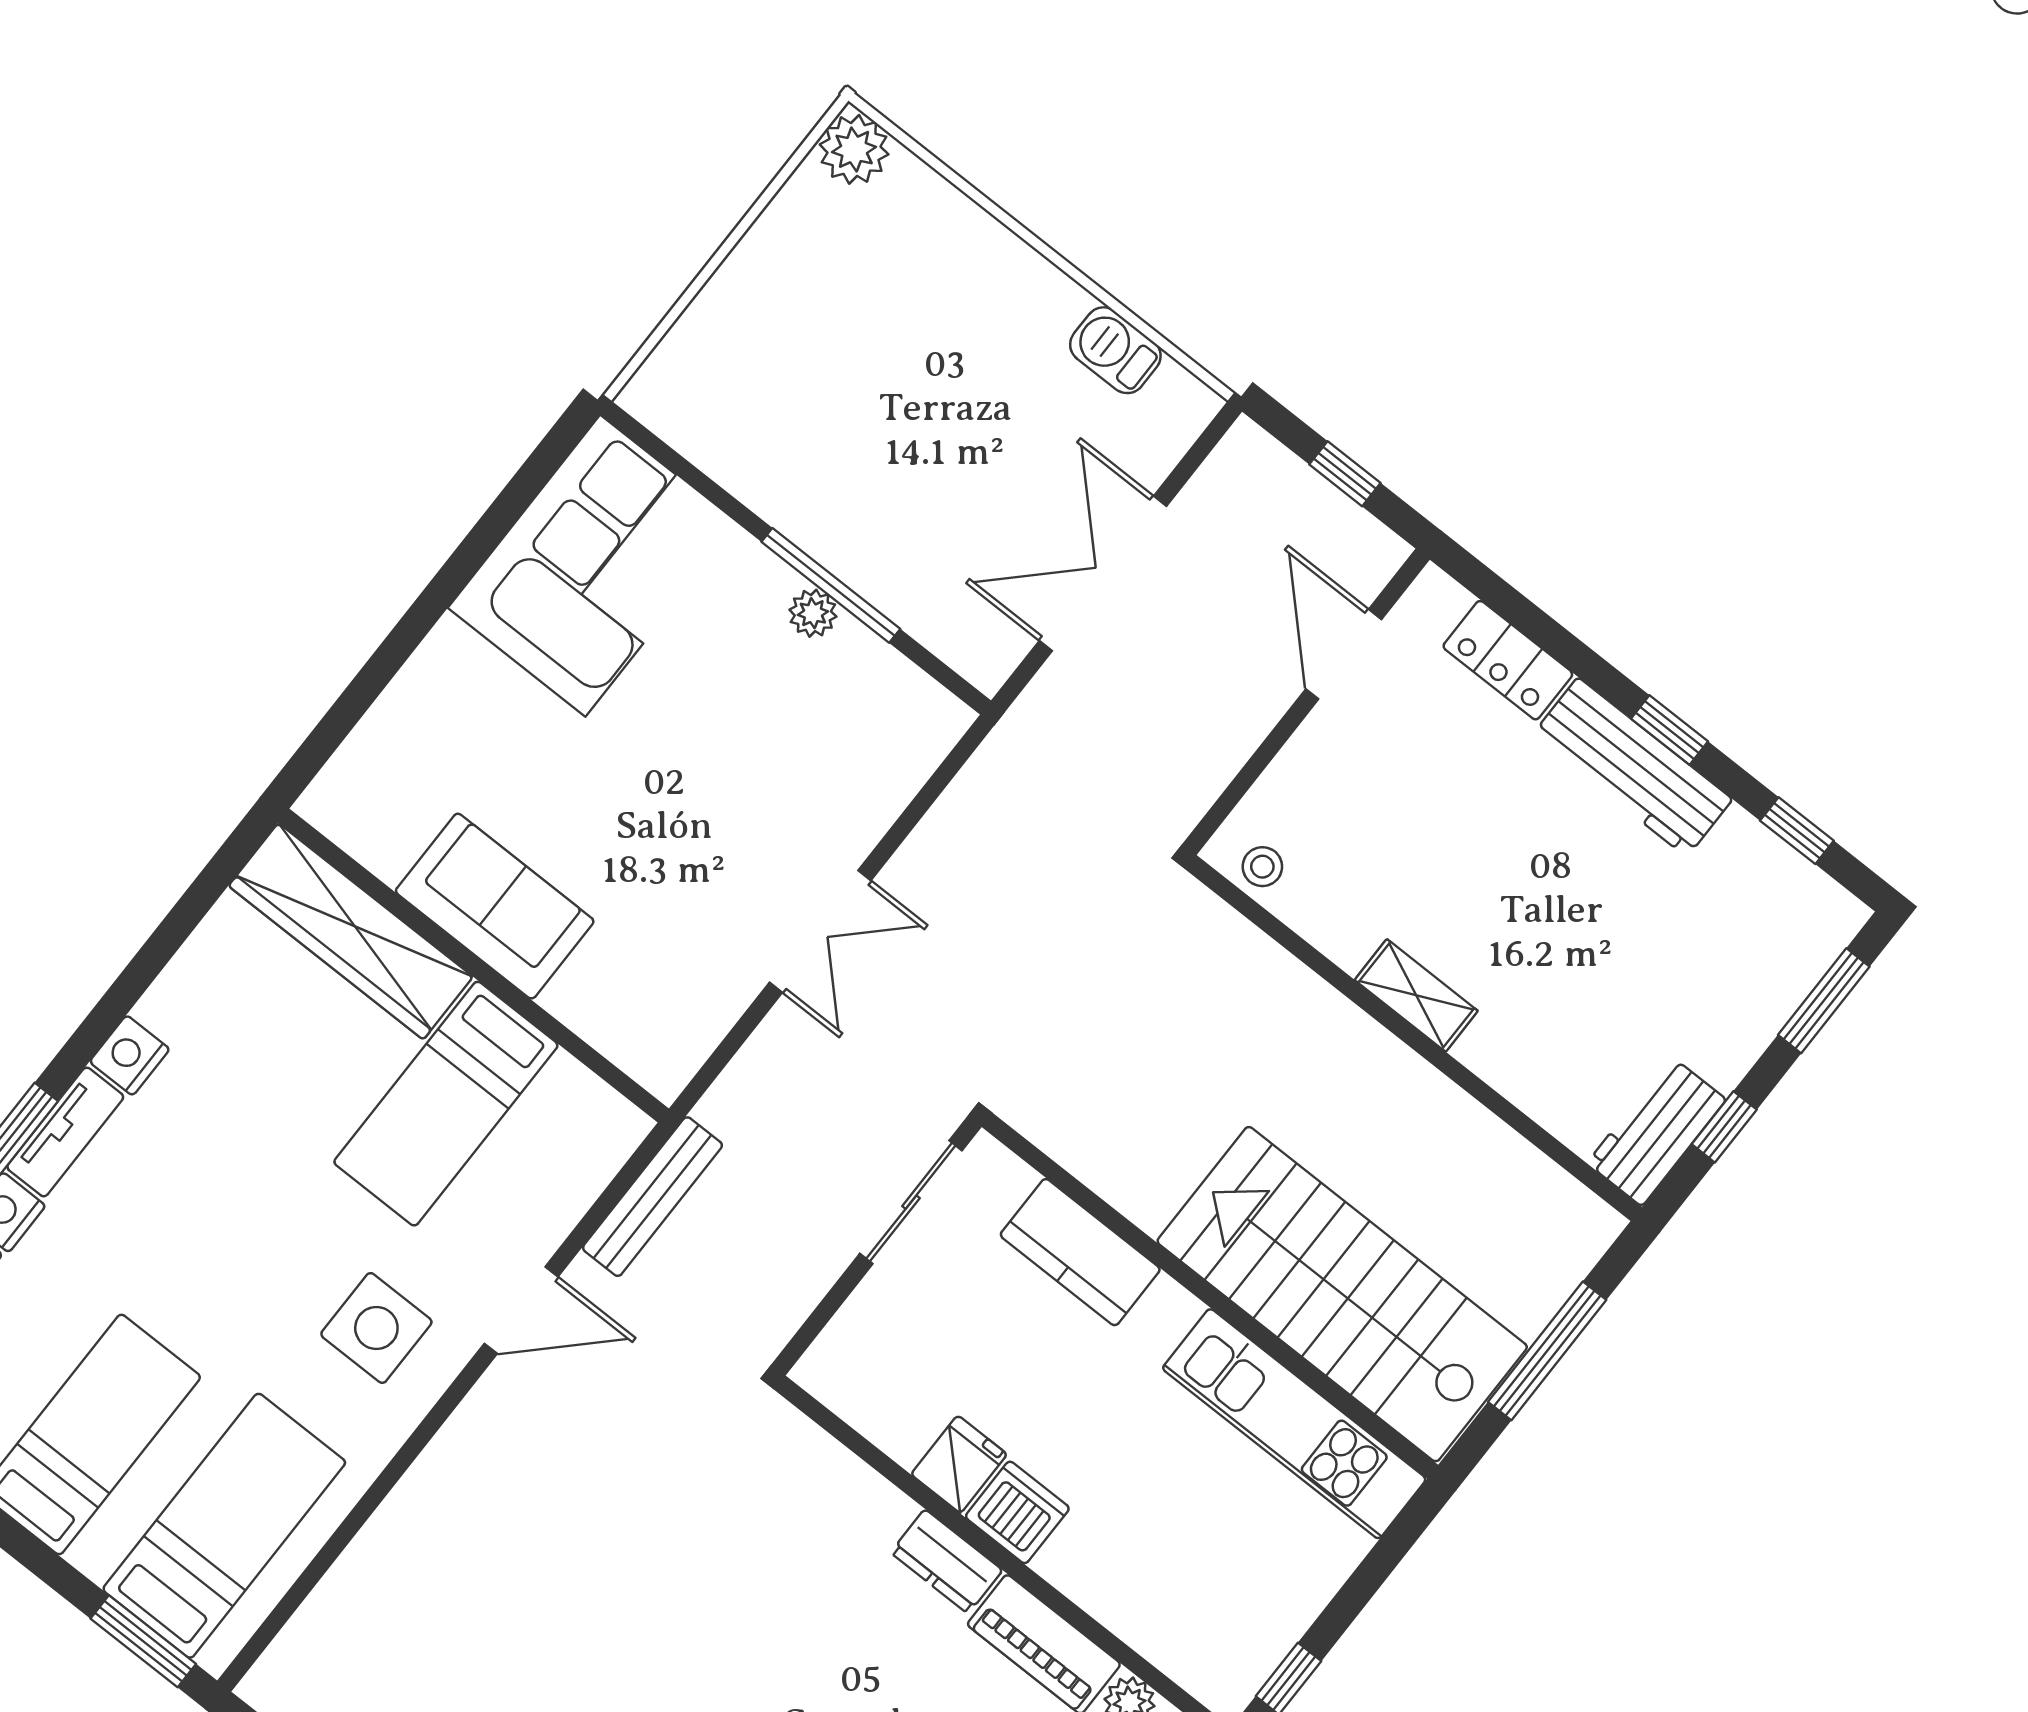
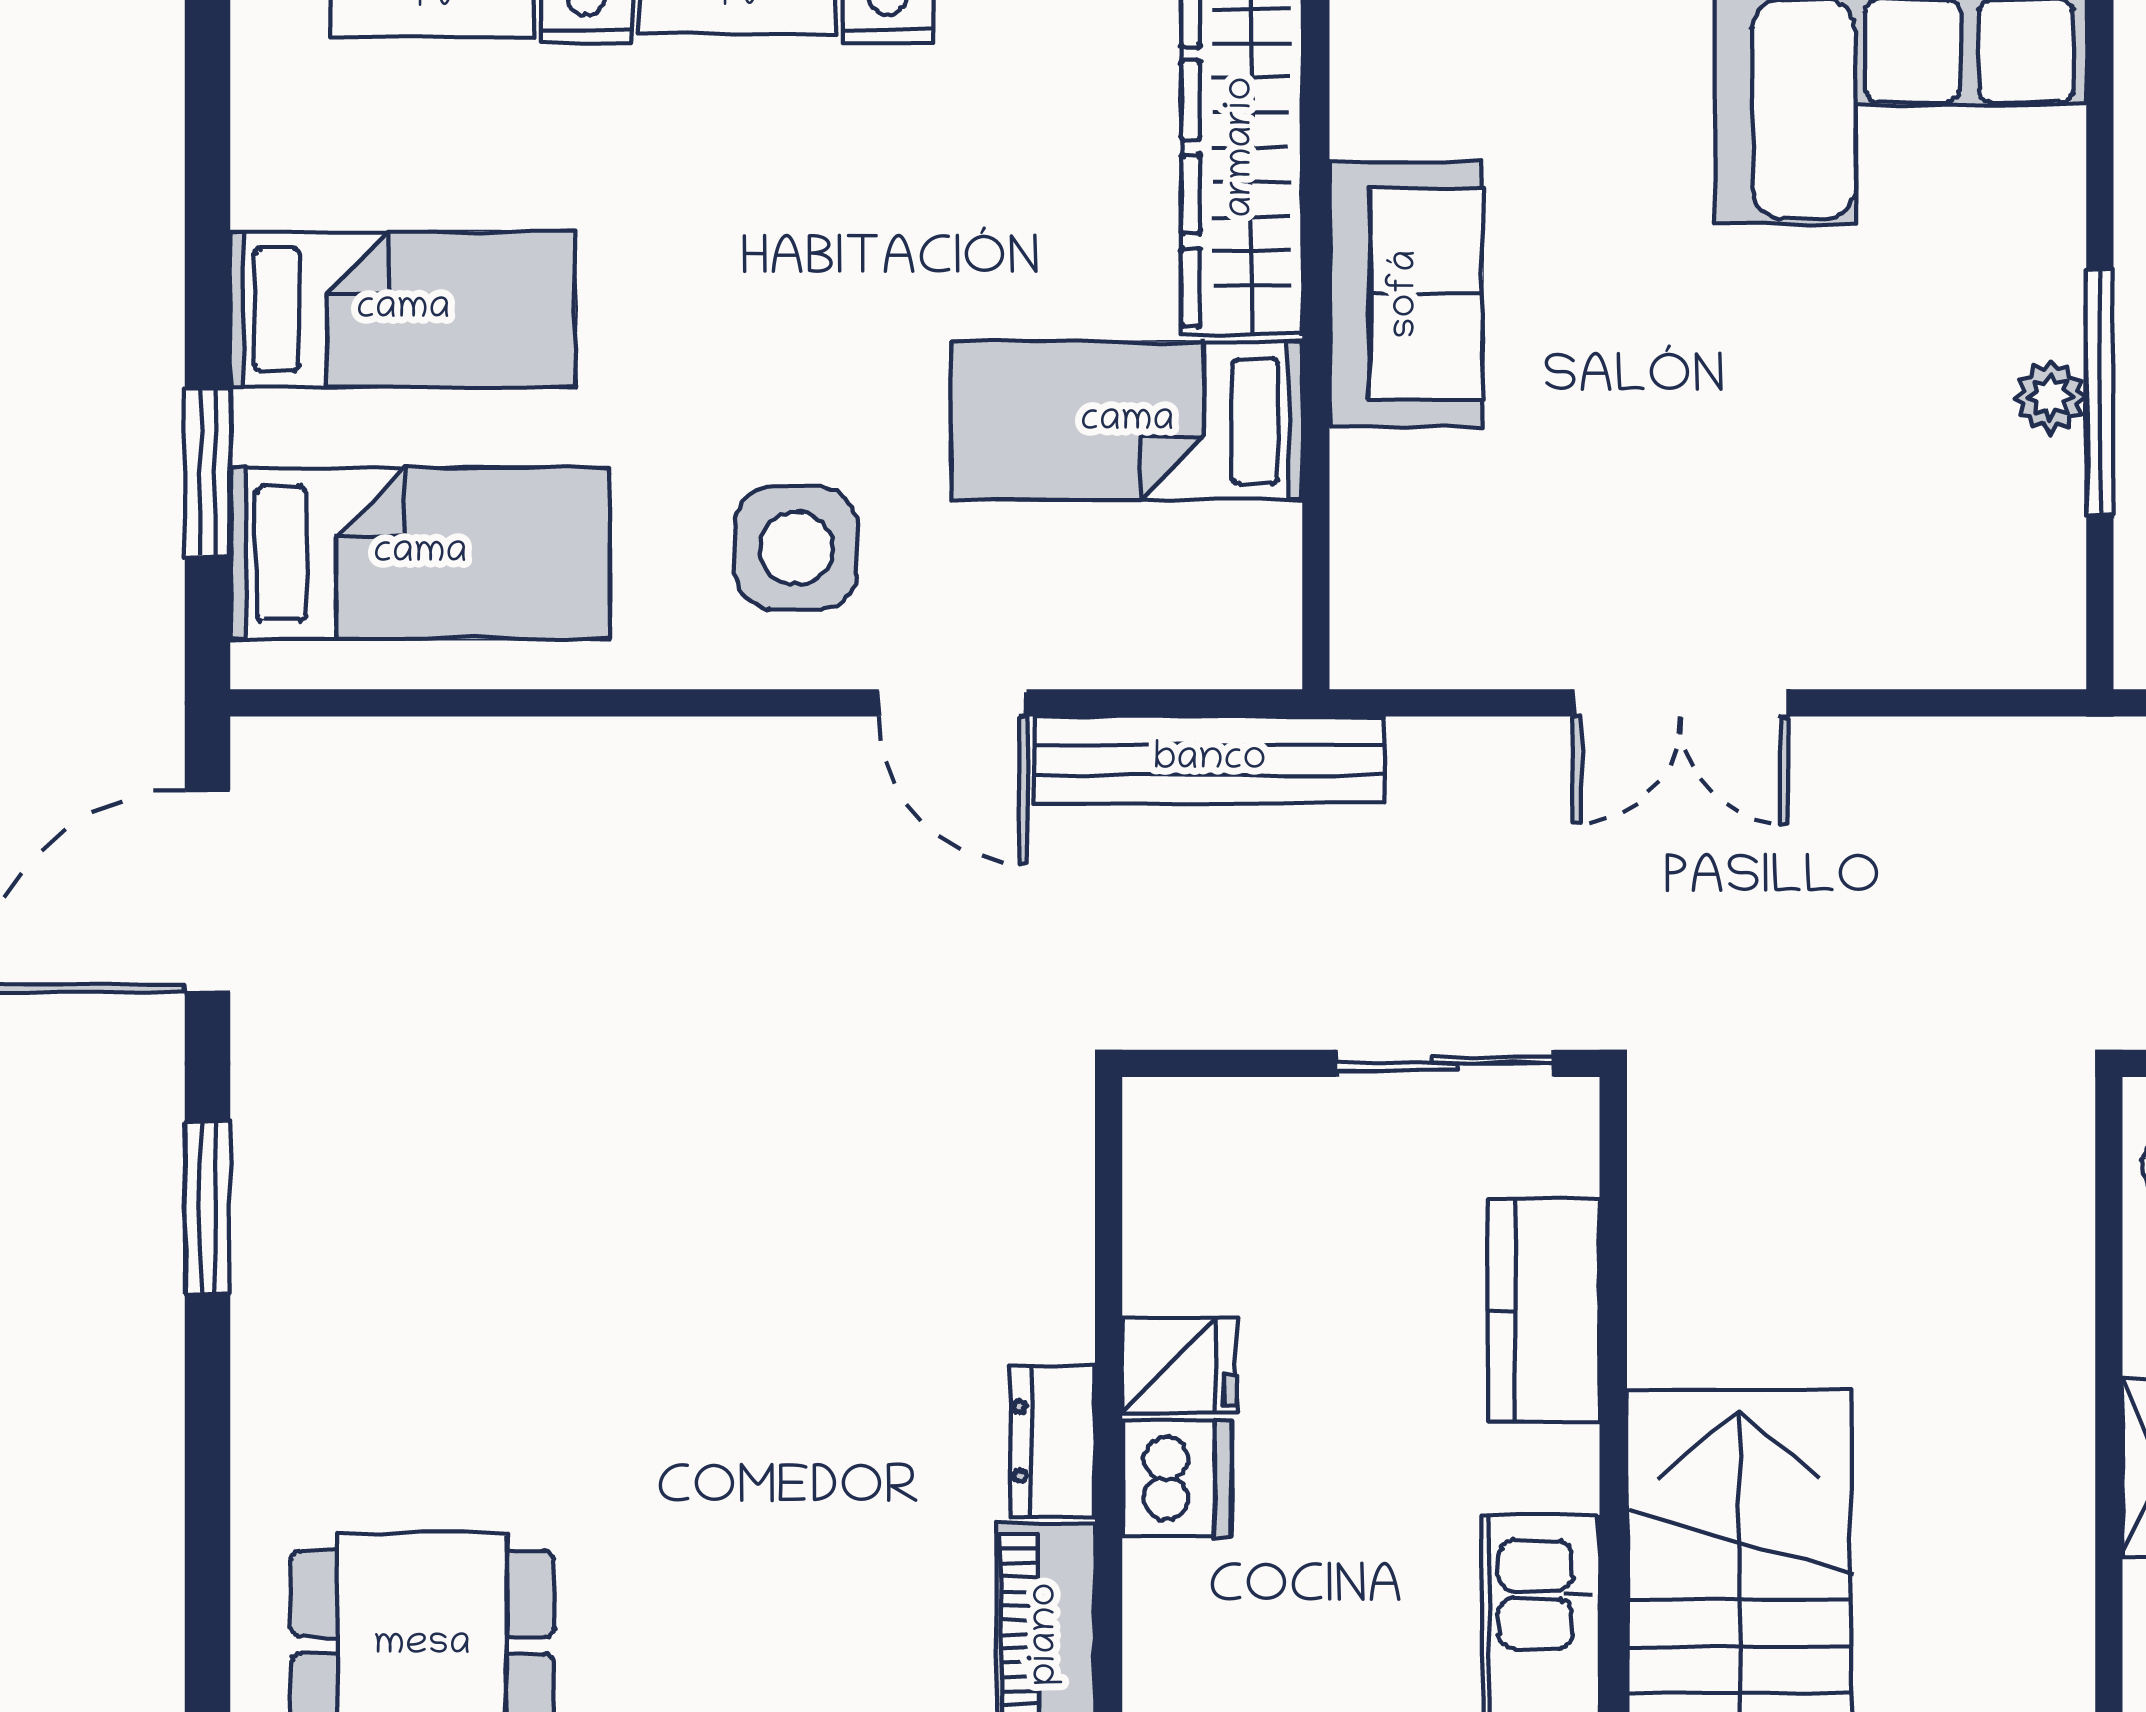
bench: (653, 1197) -> (1210, 760), width x1.37, depth x1.21
window: (143, 1641) -> (207, 472), moved

